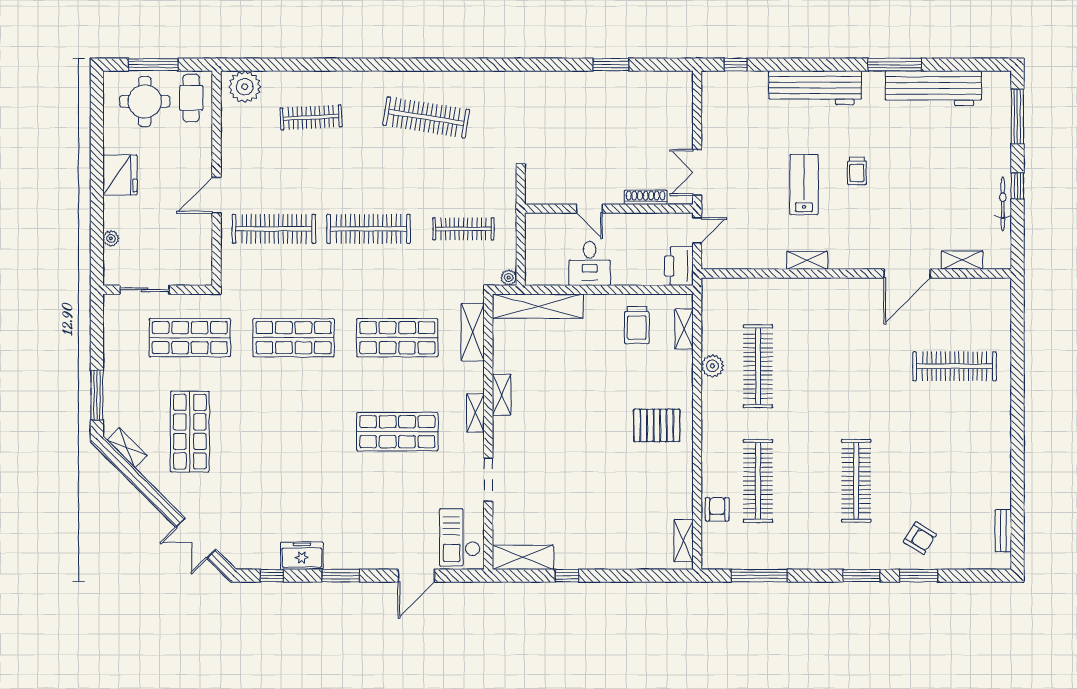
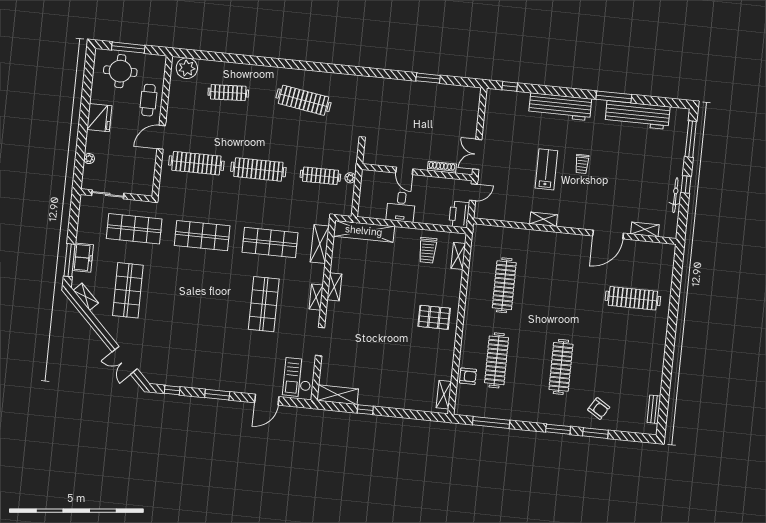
cafe table: (191, 98) -> (149, 100), moved
plant: (509, 278) -> (350, 178), moved
plant: (712, 366) -> (474, 282), removed
shop shelf: (397, 432) -> (264, 304), turned 90
armchair: (717, 509) -> (468, 376), turned 90
freezer: (302, 556) -> (83, 258), moved, turned 90

